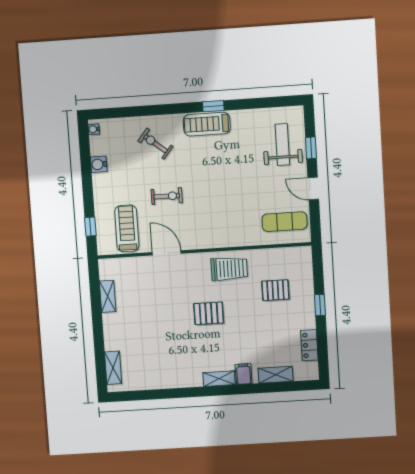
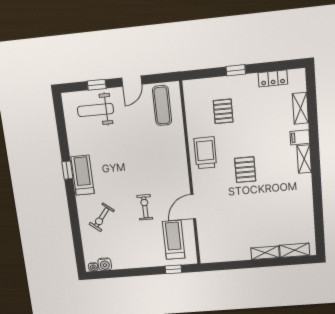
treadmill: (207, 124) -> (83, 175), turned 180
water cooler: (99, 164) -> (105, 264), moved
treadmill: (127, 228) -> (174, 240), turned 90
shelving: (108, 296) -> (265, 253), moved

